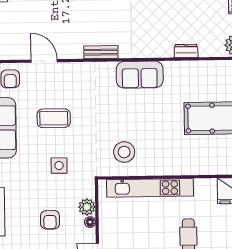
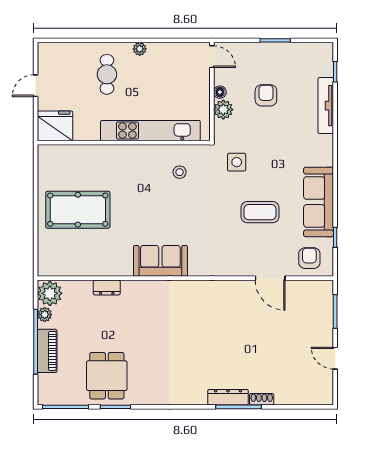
bench: (101, 52) -> (205, 287), removed
stool: (124, 152) -> (180, 172), width x0.53, depth x0.53
side table: (59, 166) -> (237, 162), moved

